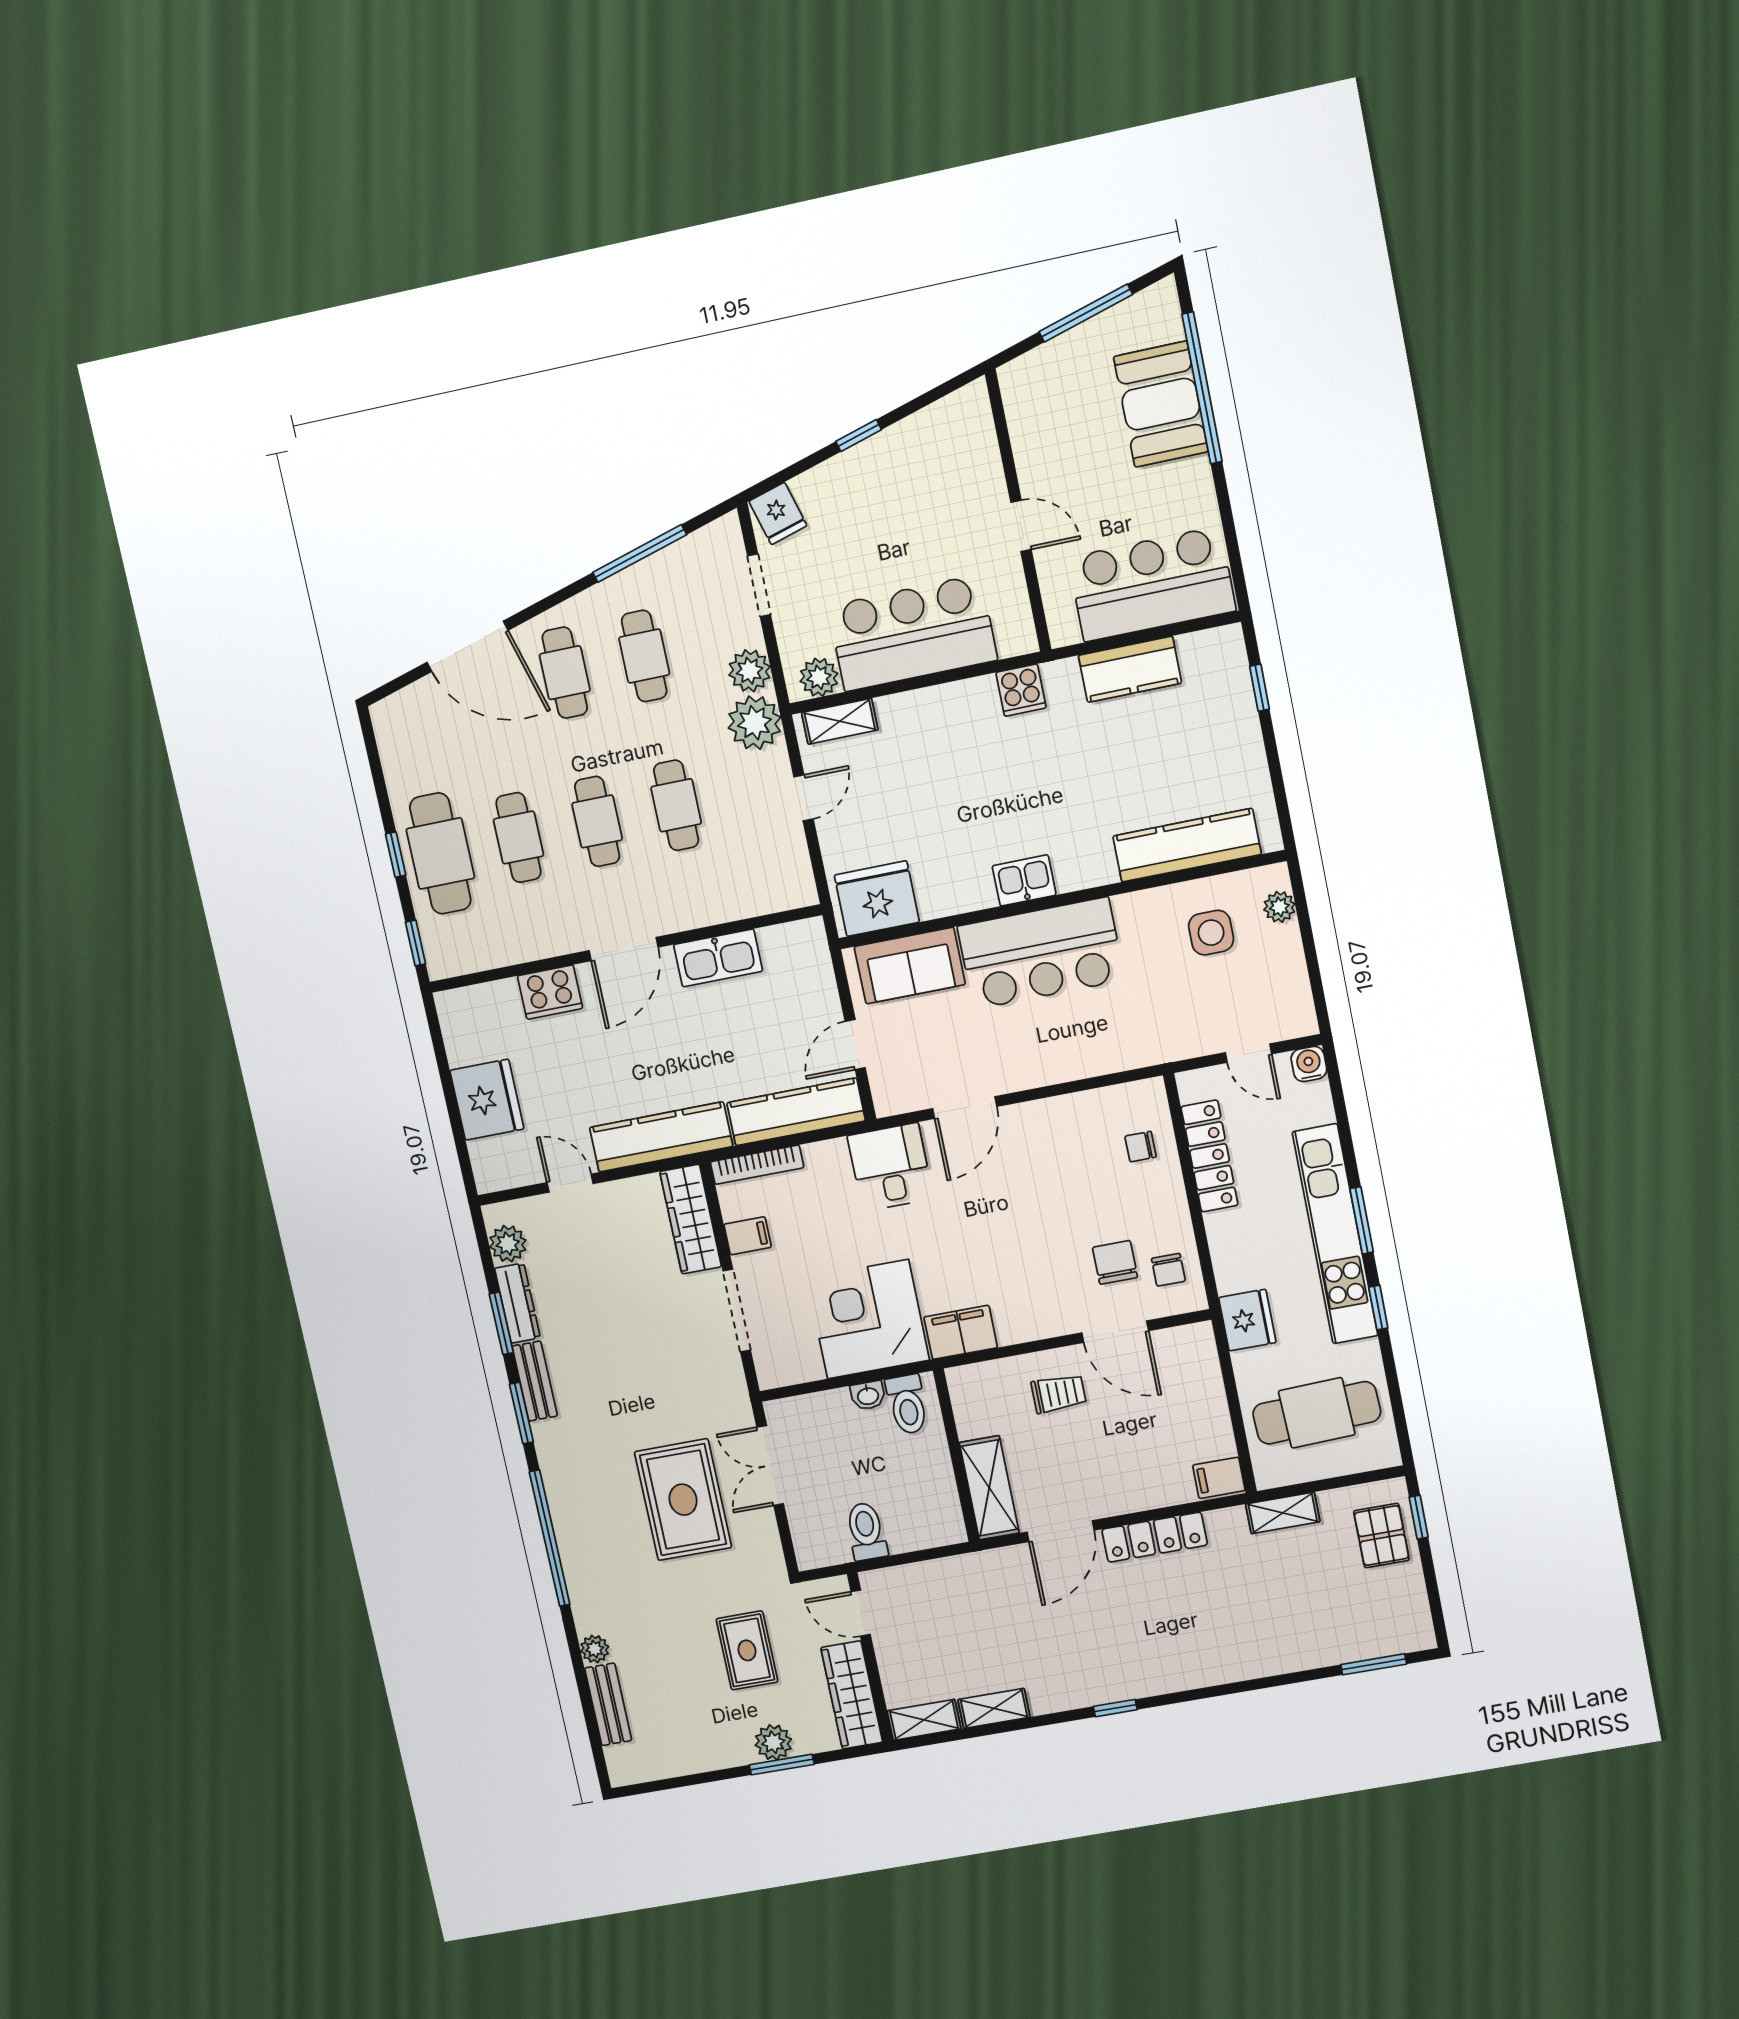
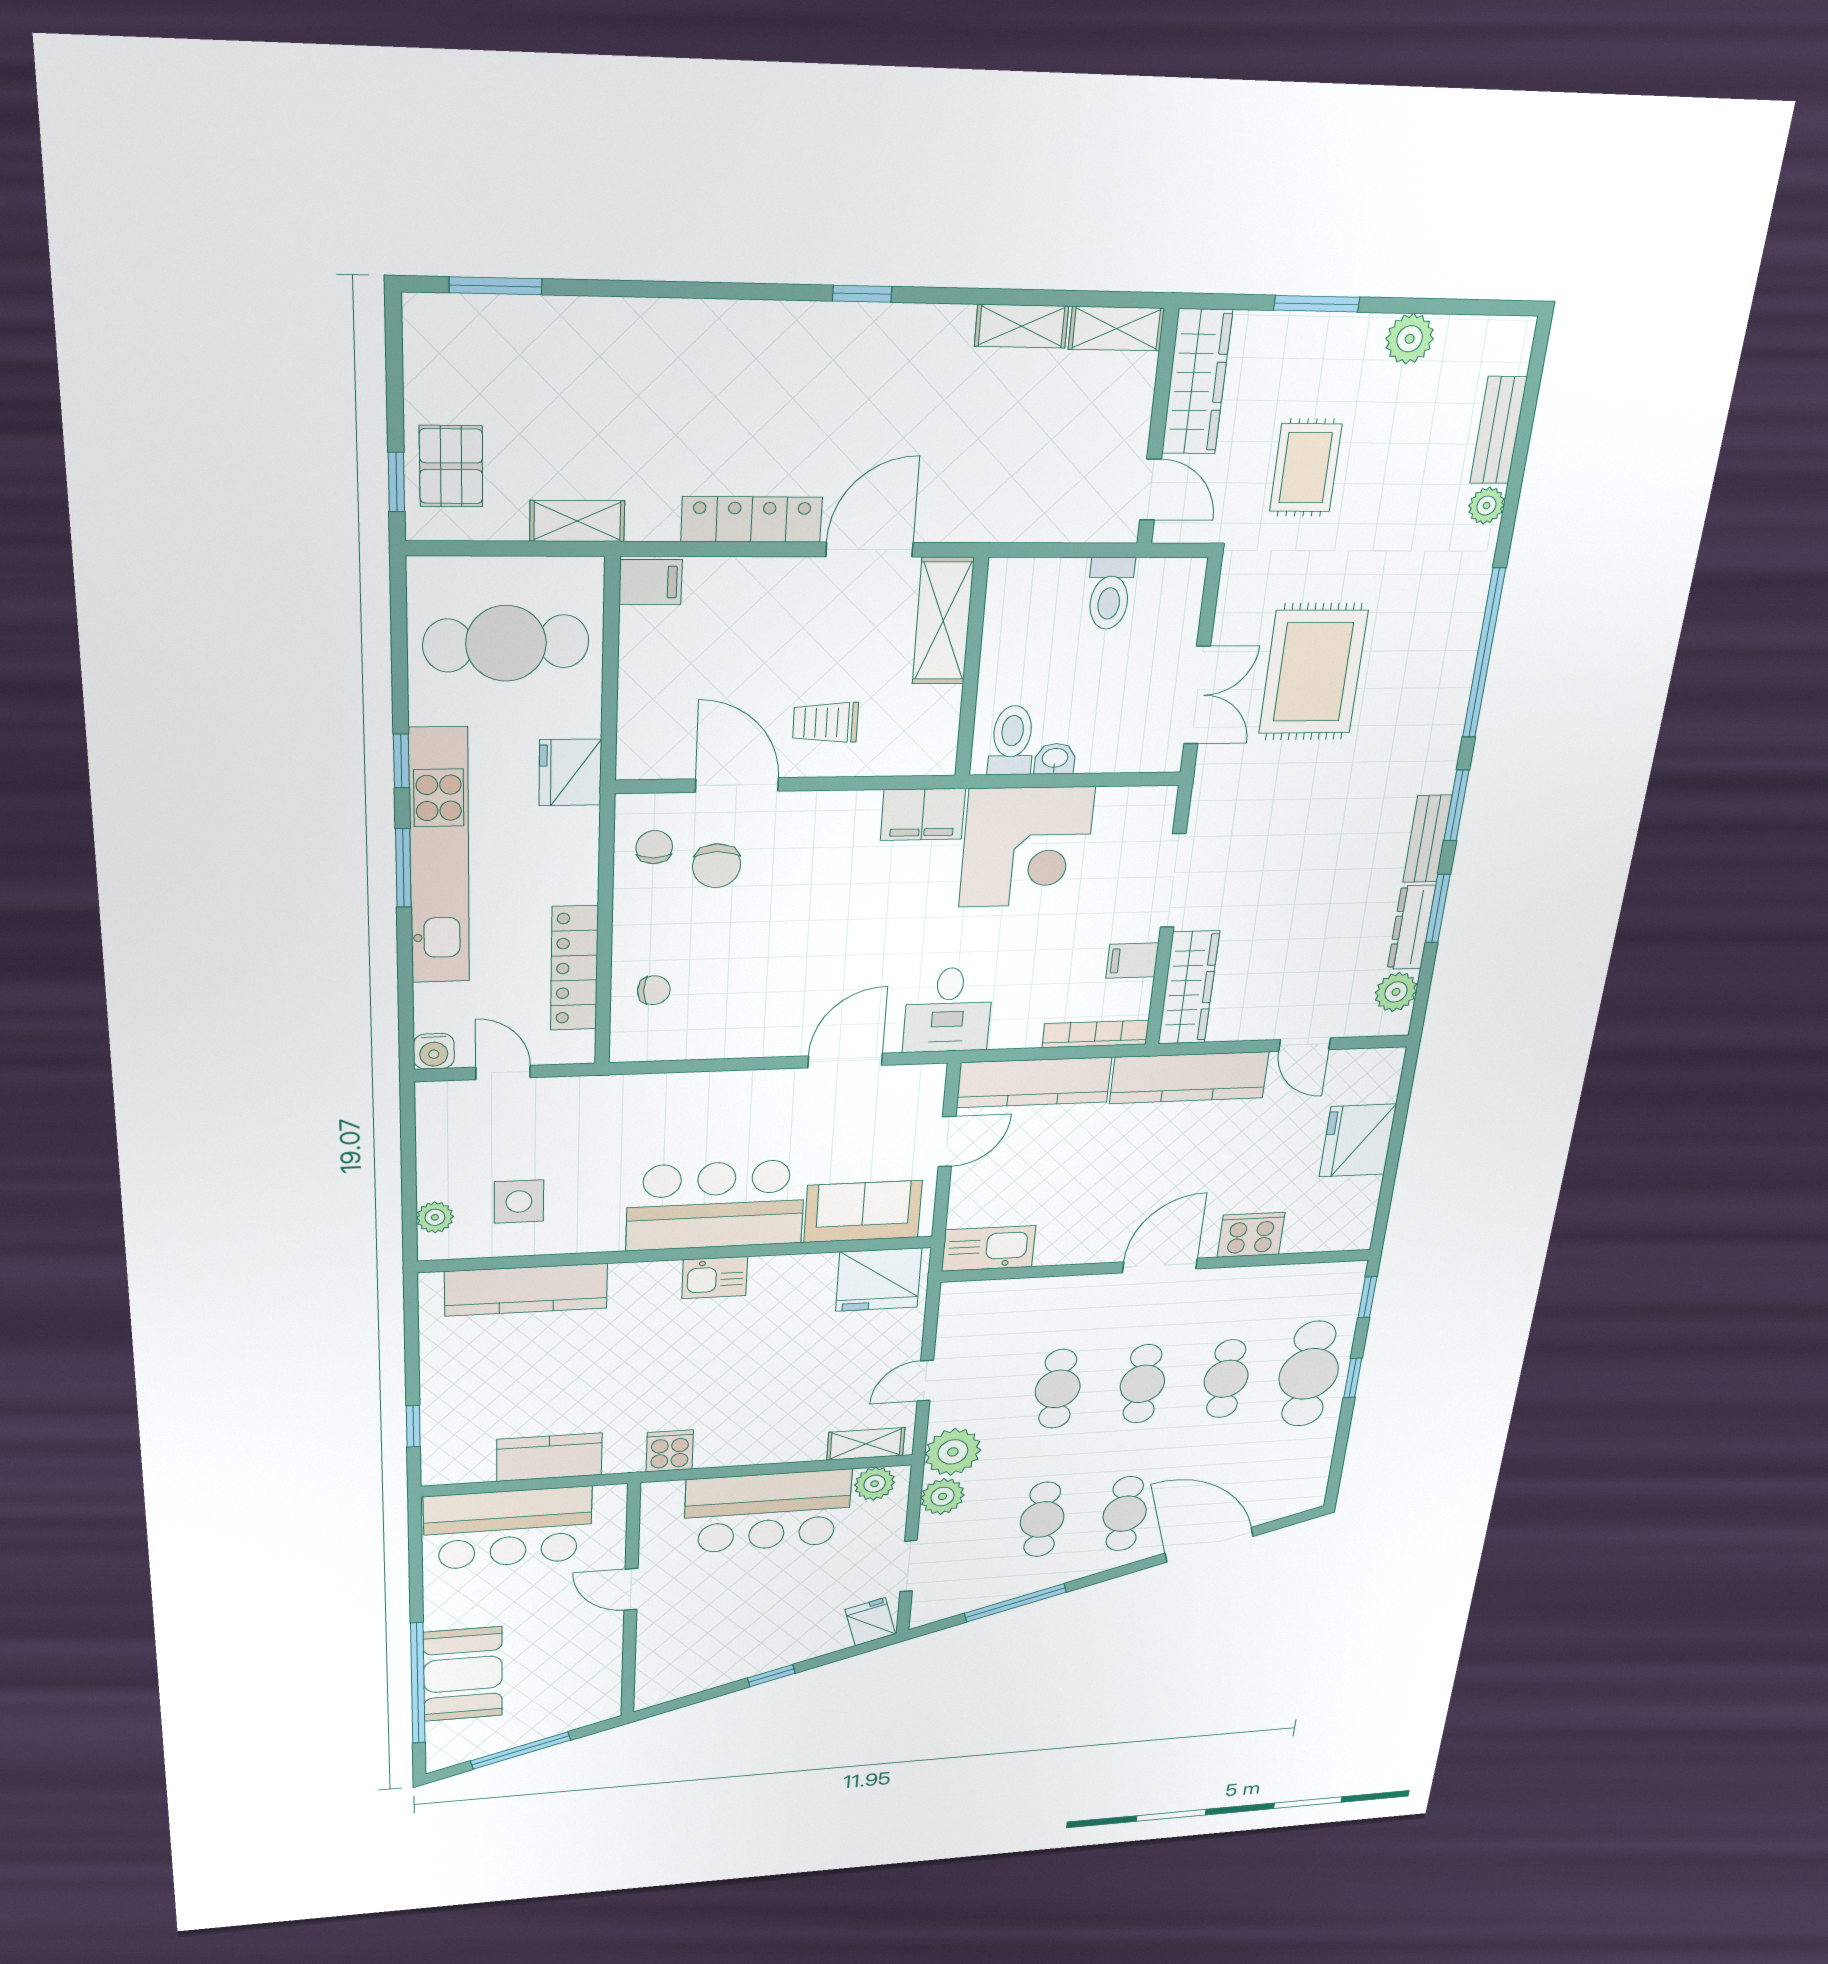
kitchen sink: (718, 958) -> (989, 1248), moved
plant: (773, 1742) -> (1410, 339), moved

